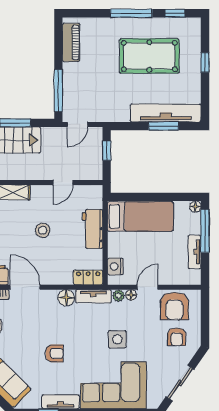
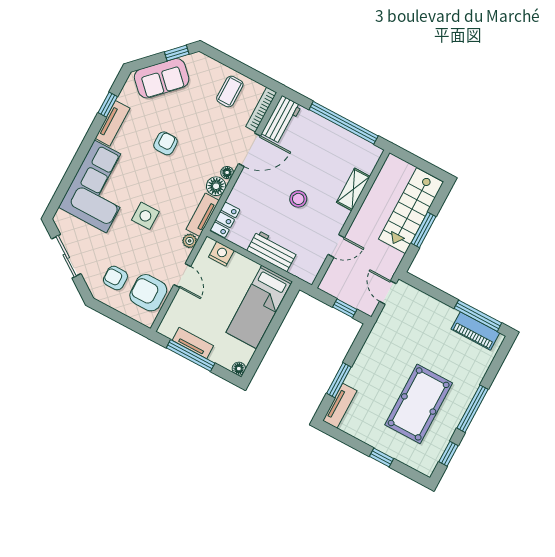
window: (58, 91) -> (478, 316), moved
tv unit: (166, 113) -> (340, 406), width x0.52, depth x0.78
door: (63, 182) -> (336, 246), swing flipped
window: (205, 231) -> (191, 356), moved
floor lamp: (131, 295) -> (227, 173), moved
armchair: (54, 353) -> (166, 143), turned 180

